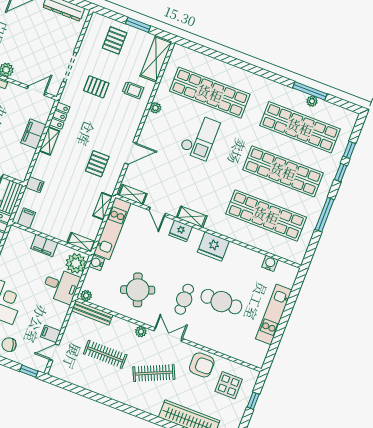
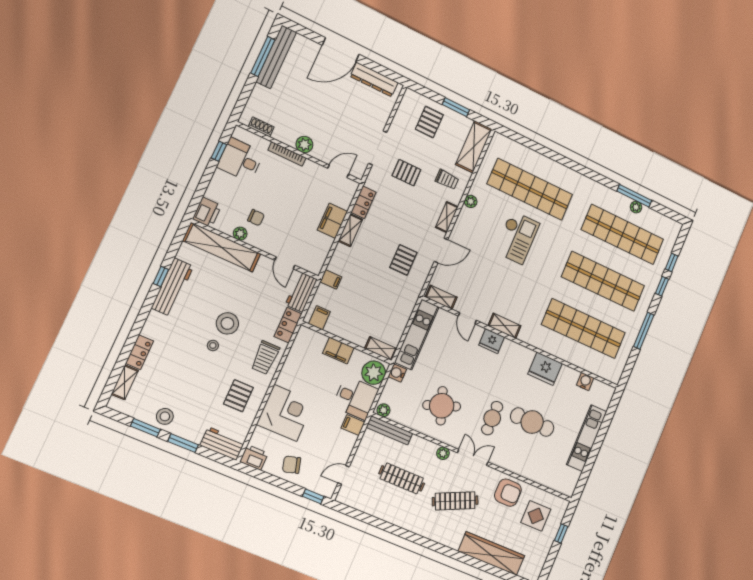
shelving: (103, 206) -> (447, 217), moved
fridge: (213, 246) -> (545, 369), moved
filing cabinet: (51, 334) -> (353, 425), moved

